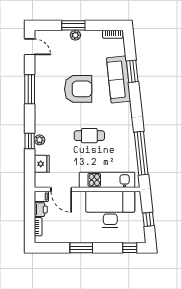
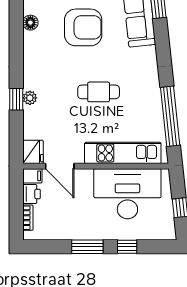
floor lamp: (40, 85) -> (30, 23), added
window: (30, 89) -> (16, 28), removed
fridge: (42, 164) -> (33, 152), moved
window: (130, 248) -> (127, 247), moved

